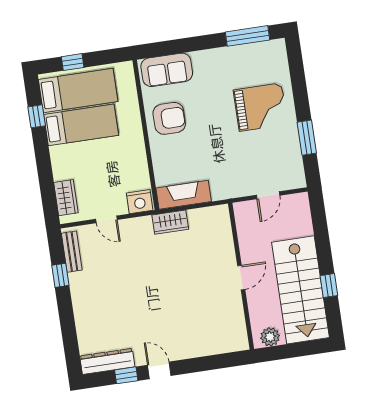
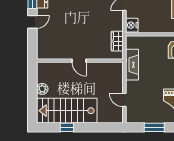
fireplace: (184, 195) -> (132, 65), moved
wall: (241, 276) -> (80, 61), moved
door: (241, 278) -> (79, 61), moved

